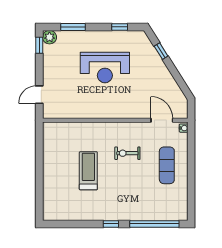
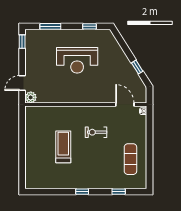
plant: (49, 37) -> (31, 97), moved
window: (161, 51) -> (137, 67), moved
exercise mat: (167, 165) -> (130, 159), moved
window: (154, 224) -> (119, 192), width x0.32

